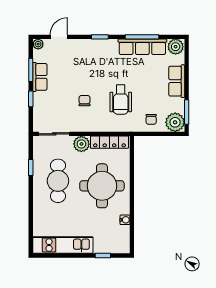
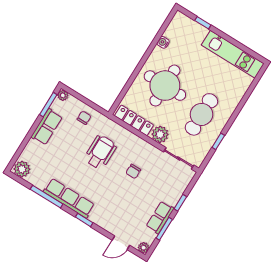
row of seats: (142, 47) -> (69, 198), moved
row of seats: (177, 81) -> (47, 127), moved
plant: (175, 122) -> (63, 95), width x0.53, depth x0.53

